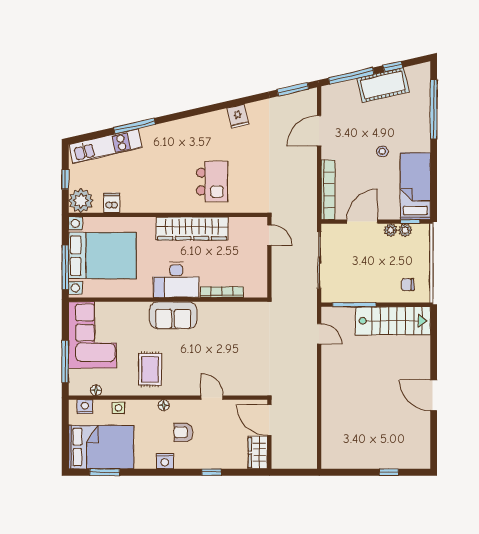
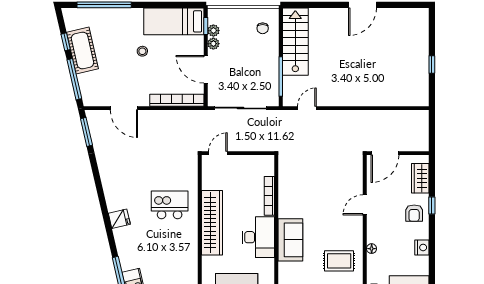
fridge: (238, 116) -> (119, 219), moved
armchair: (183, 432) -> (414, 213), moved
wardrobe: (258, 452) -> (420, 178), moved, turned 90
window: (389, 472) -> (432, 64), moved

